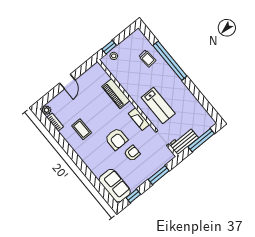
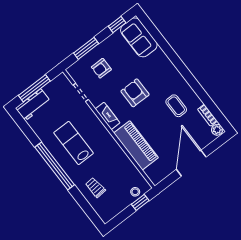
window: (170, 61) -> (55, 166), moved
door: (67, 81) -> (191, 163), width x1.88
piano: (116, 94) -> (136, 145), width x1.37, depth x1.33
lab bench: (158, 105) -> (74, 143), moved
workbench: (184, 141) -> (33, 105), moved
armchair: (132, 153) -> (101, 68), moved

